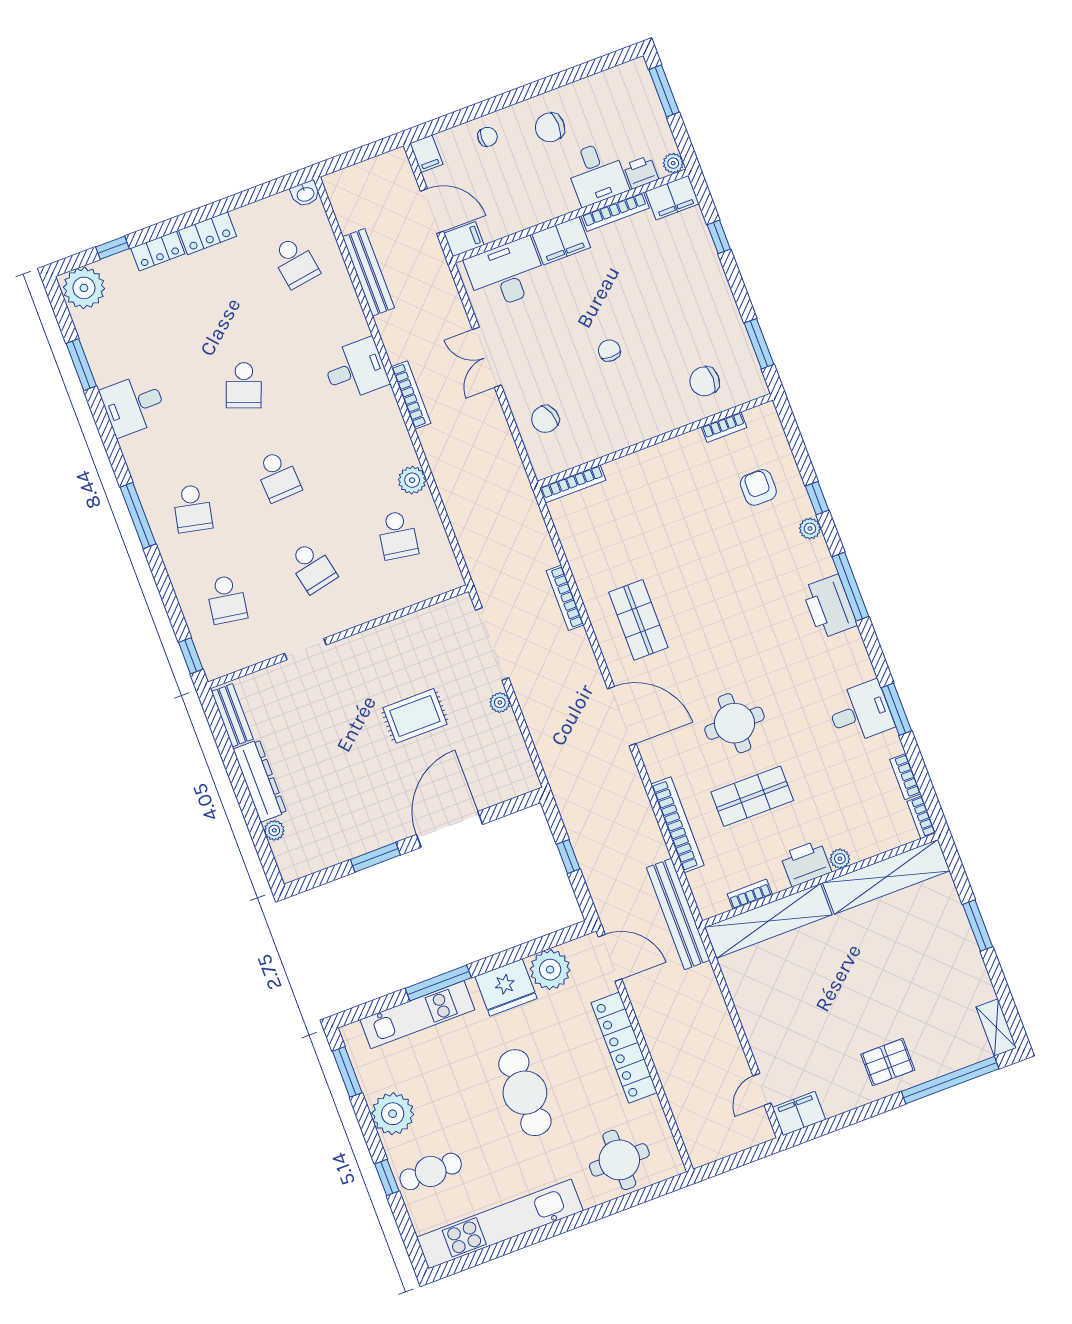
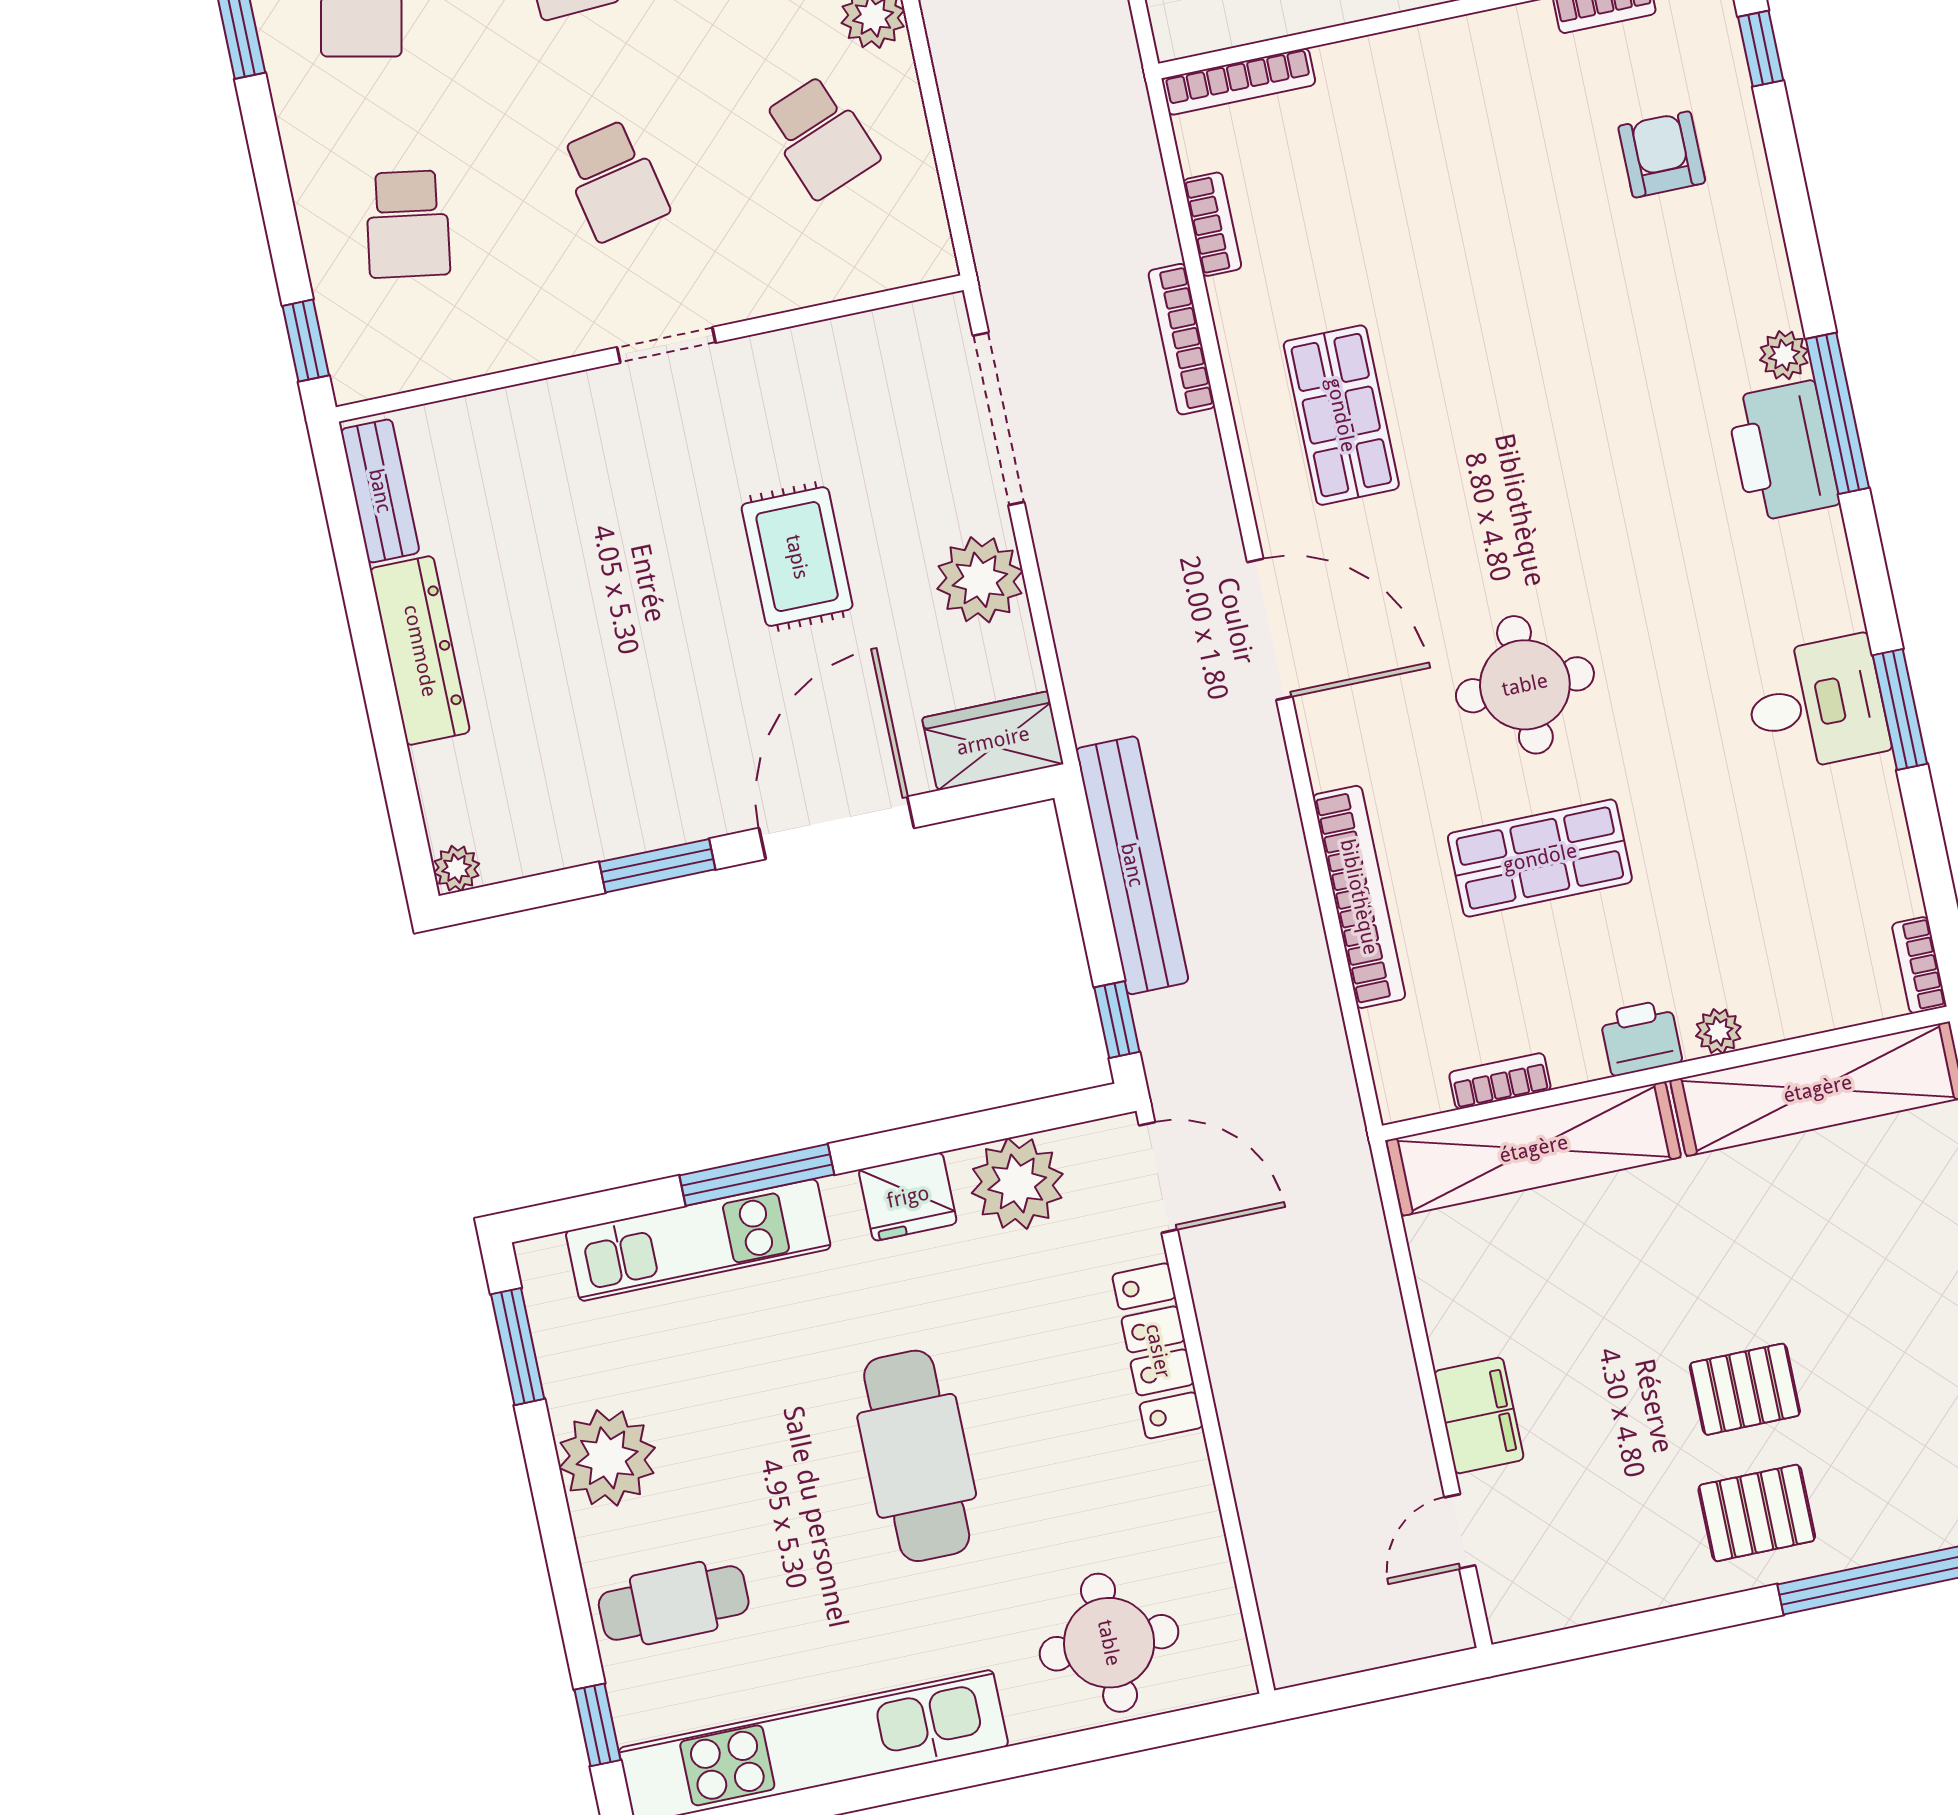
window: (817, 498) -> (1761, 49), moved
plant: (810, 529) -> (1784, 355), moved
school desk: (398, 535) -> (821, 137), turned -30
doorway: (305, 649) -> (666, 345), moved
plant: (500, 703) -> (980, 580), width x1.88, depth x1.88
rug: (415, 716) -> (797, 557), turned 90
bookcase: (905, 777) -> (1212, 224), moved, turned 180
wardrobe: (511, 782) -> (993, 741), added
plant: (274, 830) -> (457, 868), moved
window: (568, 857) -> (1117, 1020), moved
printer: (806, 863) -> (1641, 1038), width x0.73, depth x0.81
bench: (678, 914) -> (1132, 865), moved
fridge: (506, 987) -> (908, 1197), width x0.73, depth x0.75
pallet: (875, 1010) -> (1745, 1389), added
locker: (624, 1048) -> (1158, 1351), width x0.71, depth x0.83
filing cabinet: (799, 1114) -> (1479, 1416), moved, turned 90
window: (387, 1178) -> (597, 1725), moved

